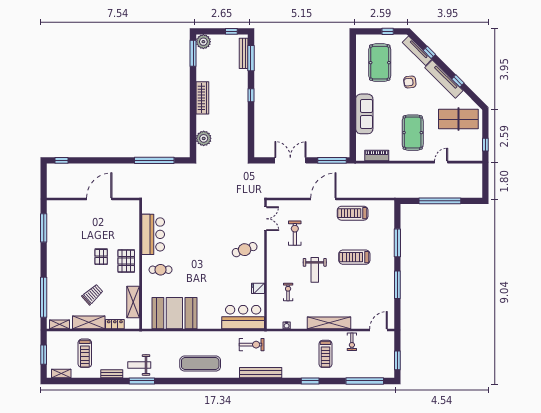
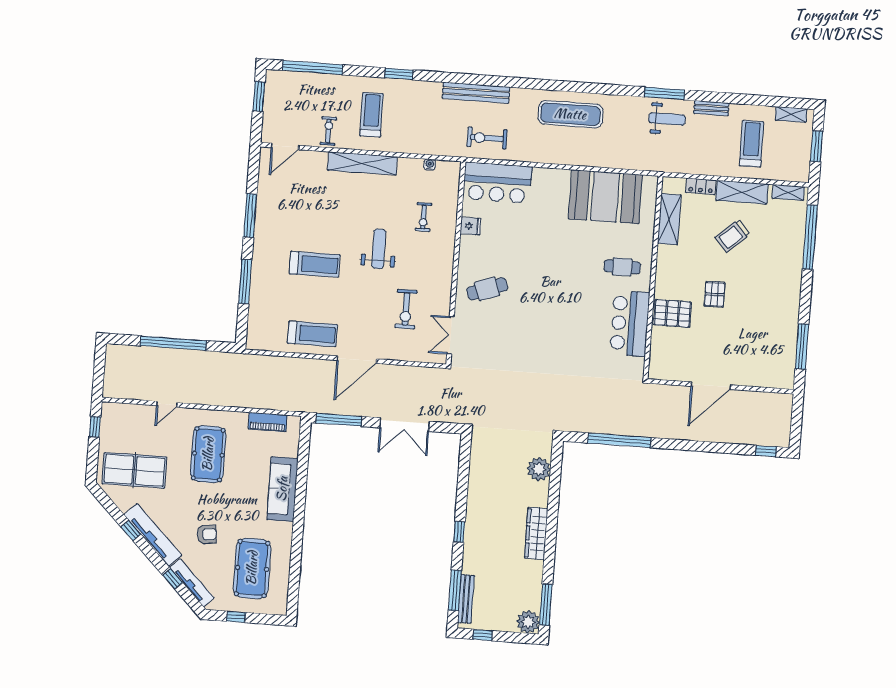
pallet: (126, 261) -> (672, 313), moved, turned 90

